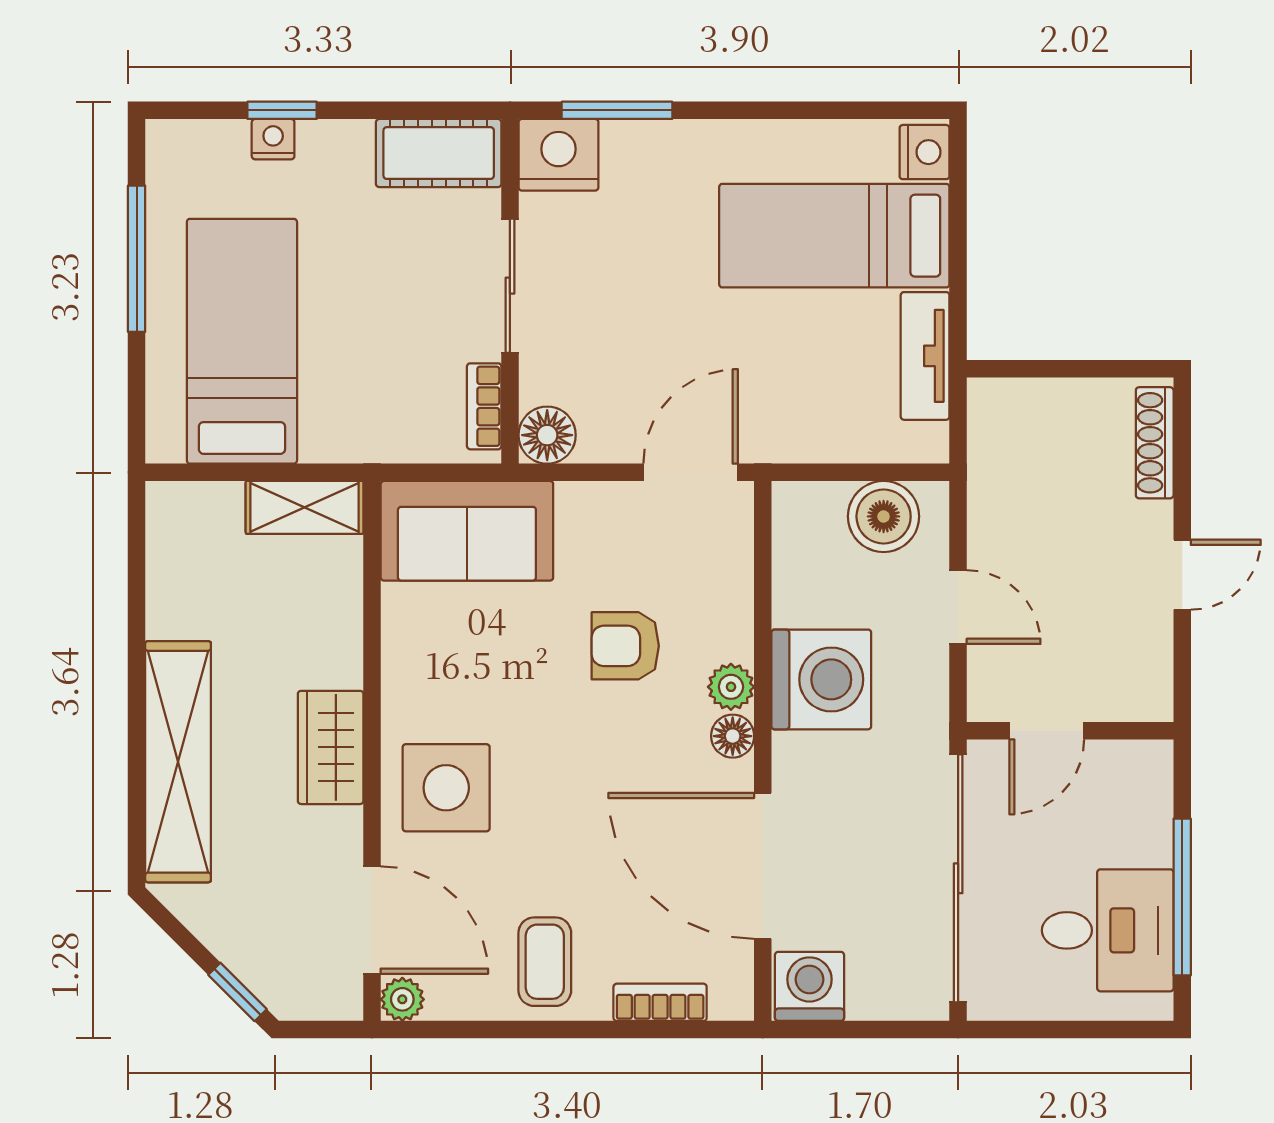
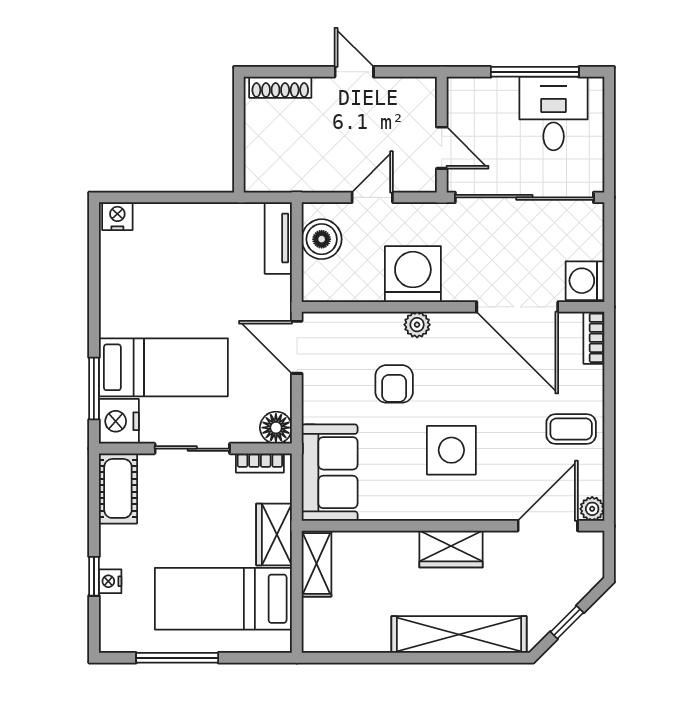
bed: (834, 236) -> (163, 367), moved, turned -90
tv unit: (925, 356) -> (278, 238), moved, turned 90
wardrobe: (357, 432) -> (274, 534), added
floor lamp: (733, 736) -> (445, 324), removed
side table: (446, 788) -> (451, 450), moved
door: (763, 866) -> (517, 307), hinge flipped
window: (238, 992) -> (567, 622), moved
bookcase: (660, 1002) -> (594, 338), moved

